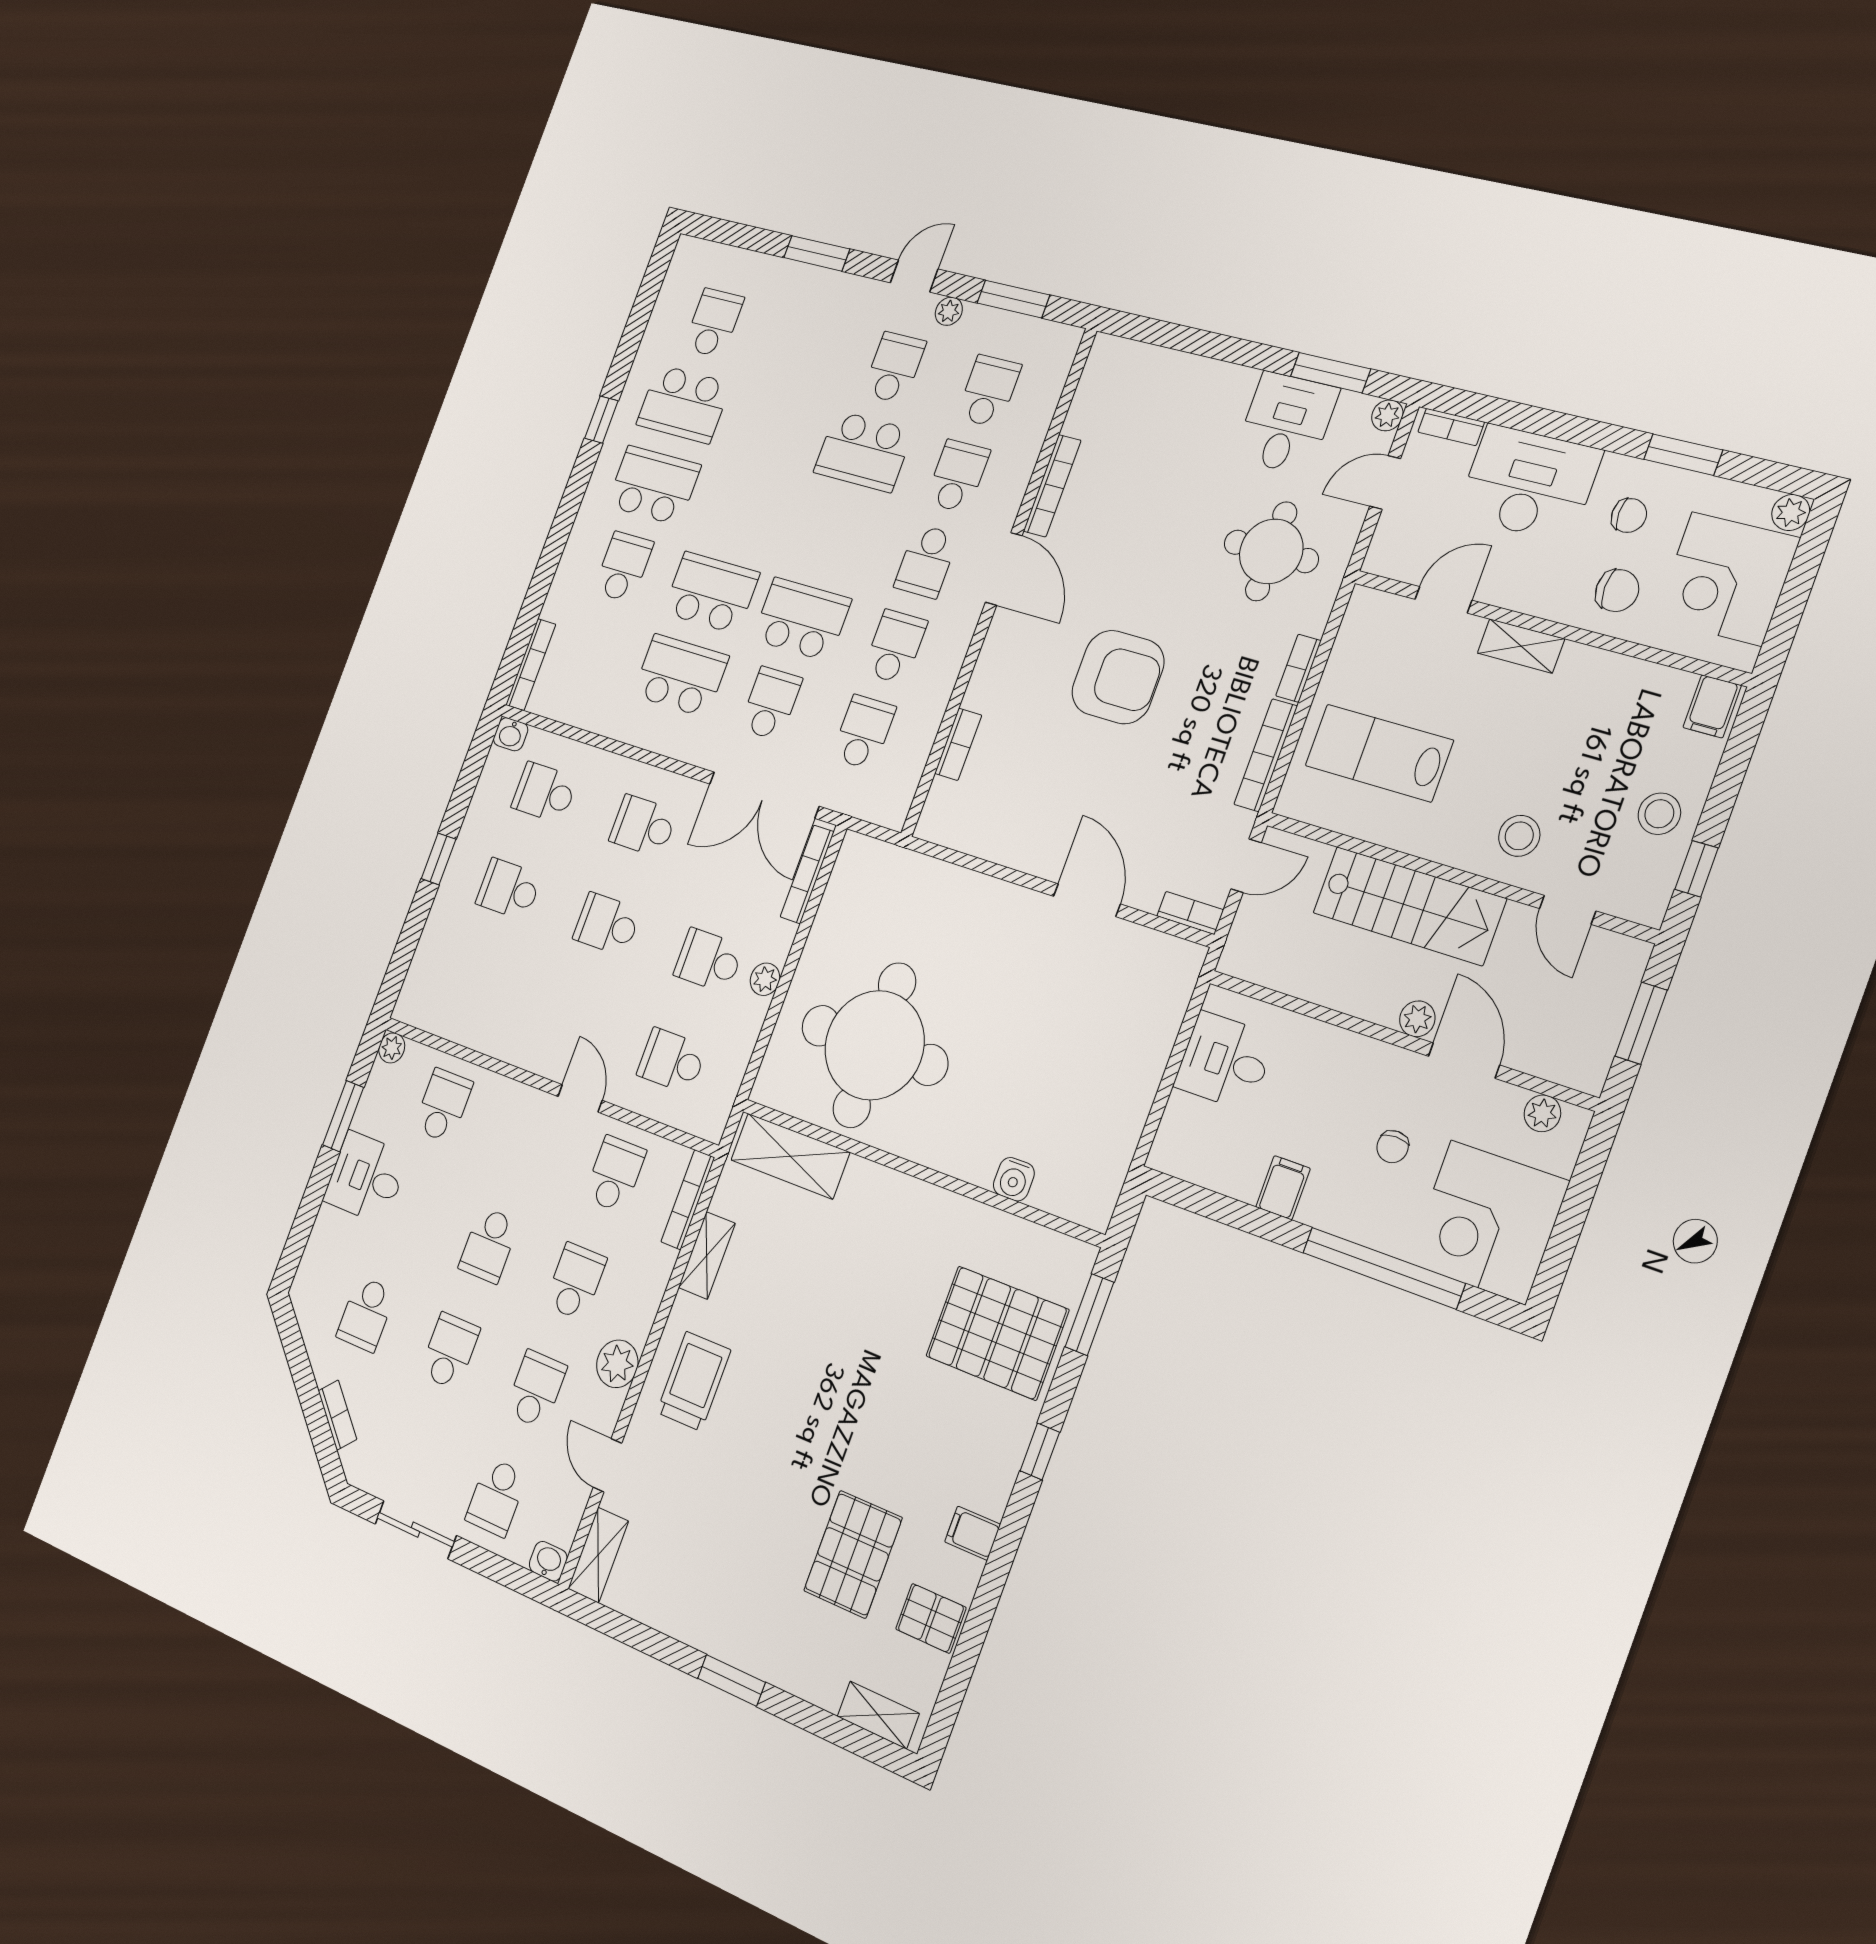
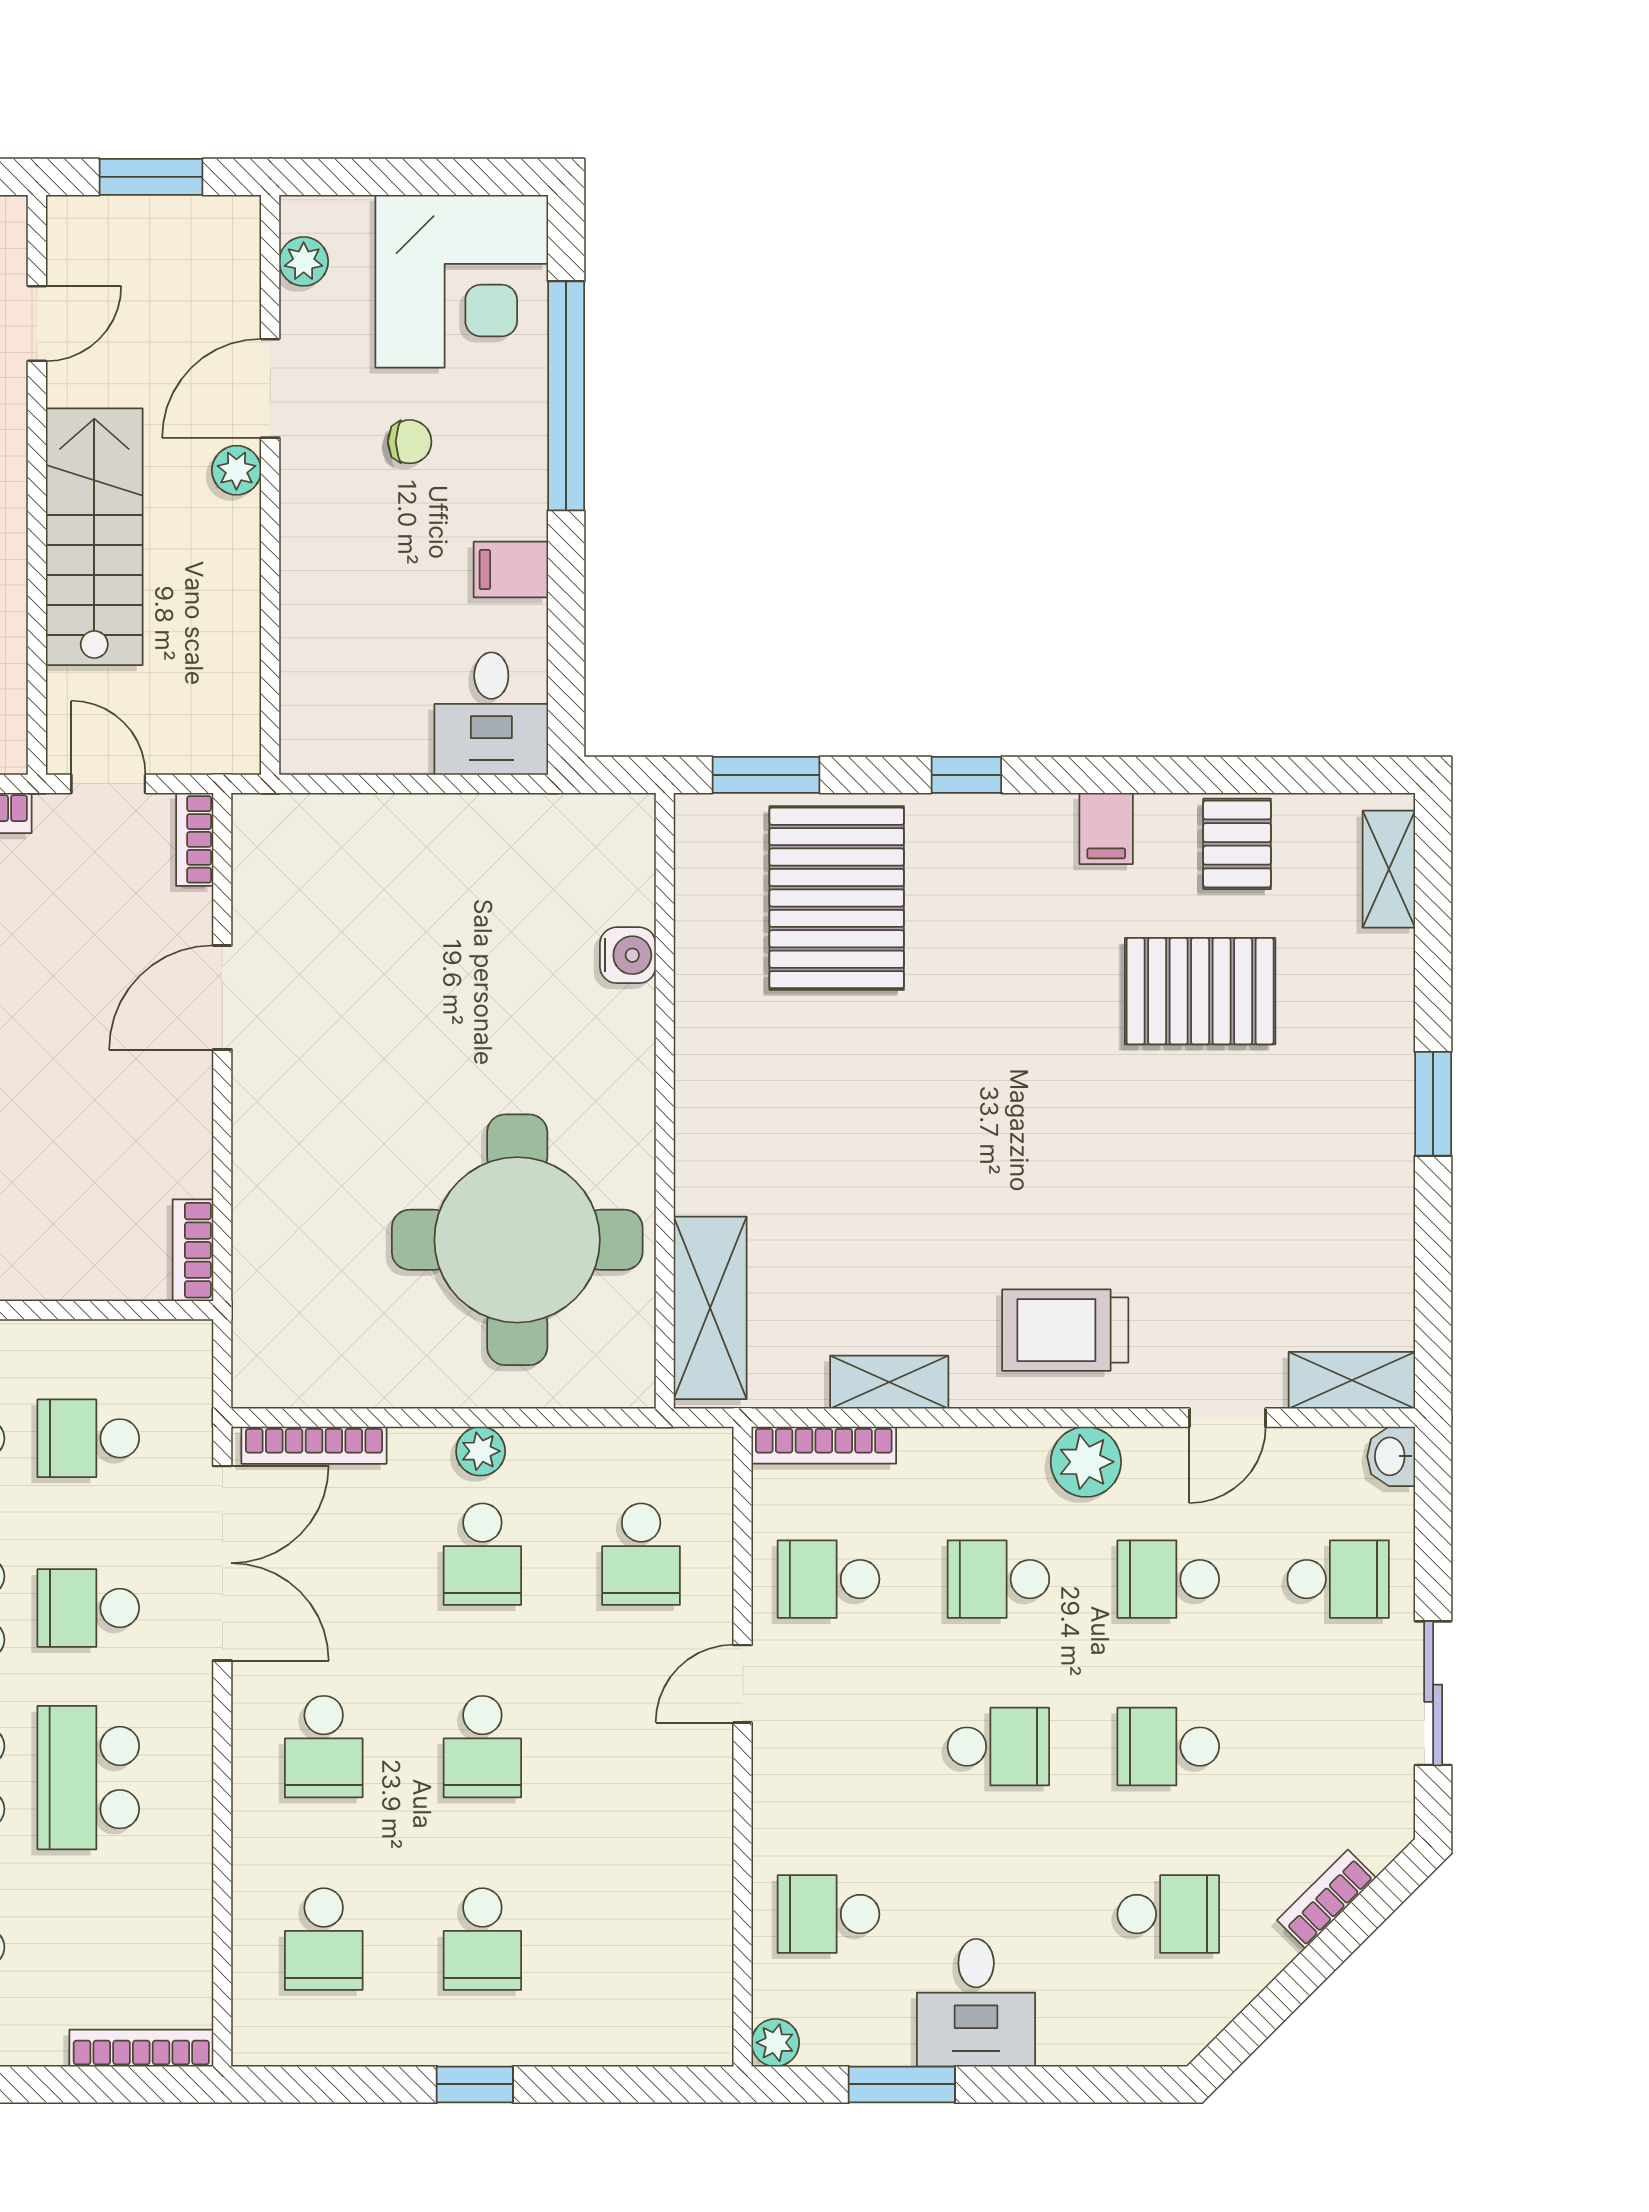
washbasin: (511, 734) -> (254, 2038), removed
bookcase: (958, 744) -> (193, 1250), moved, turned -90
desk: (1225, 1061) -> (491, 714), moved

